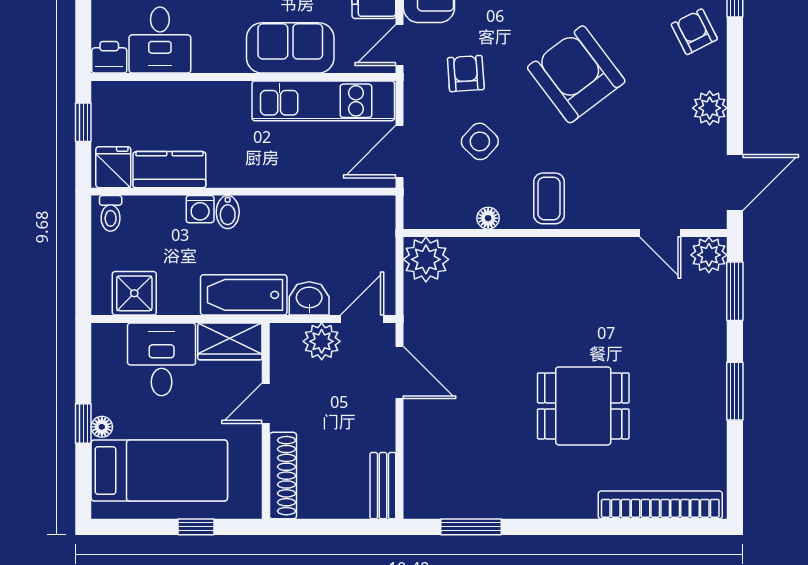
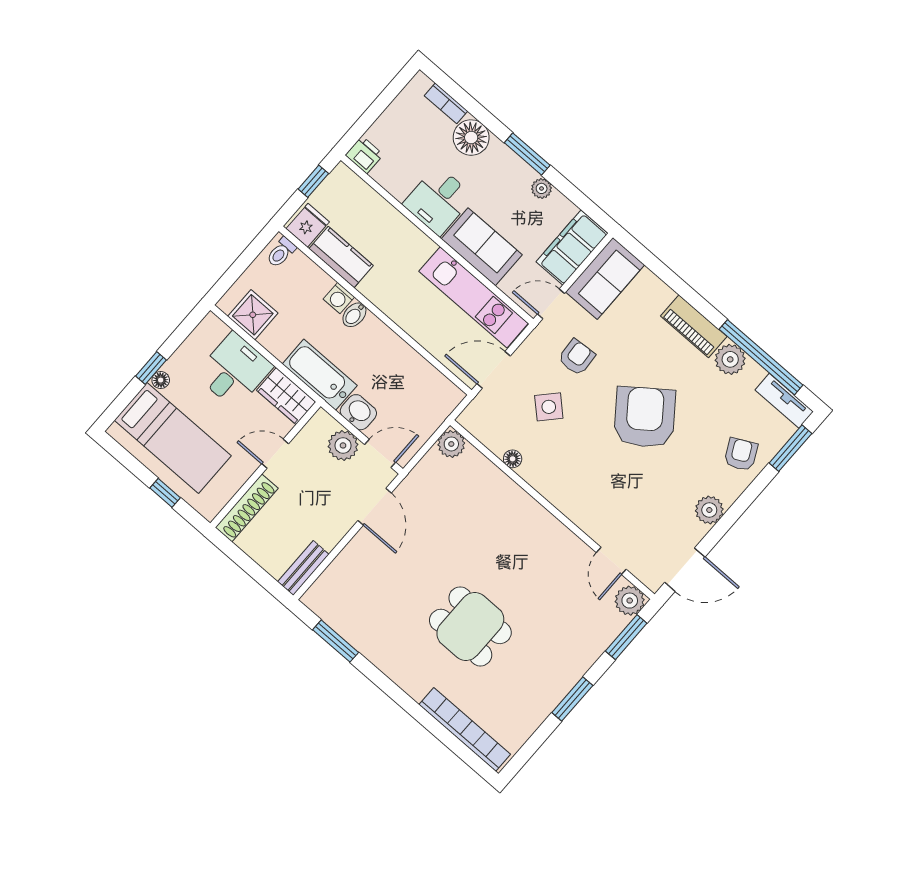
desk: (160, 40) -> (438, 200), moved
coffee table: (549, 198) -> (561, 479), removed
plant: (426, 259) -> (451, 444), width x0.73, depth x0.73

